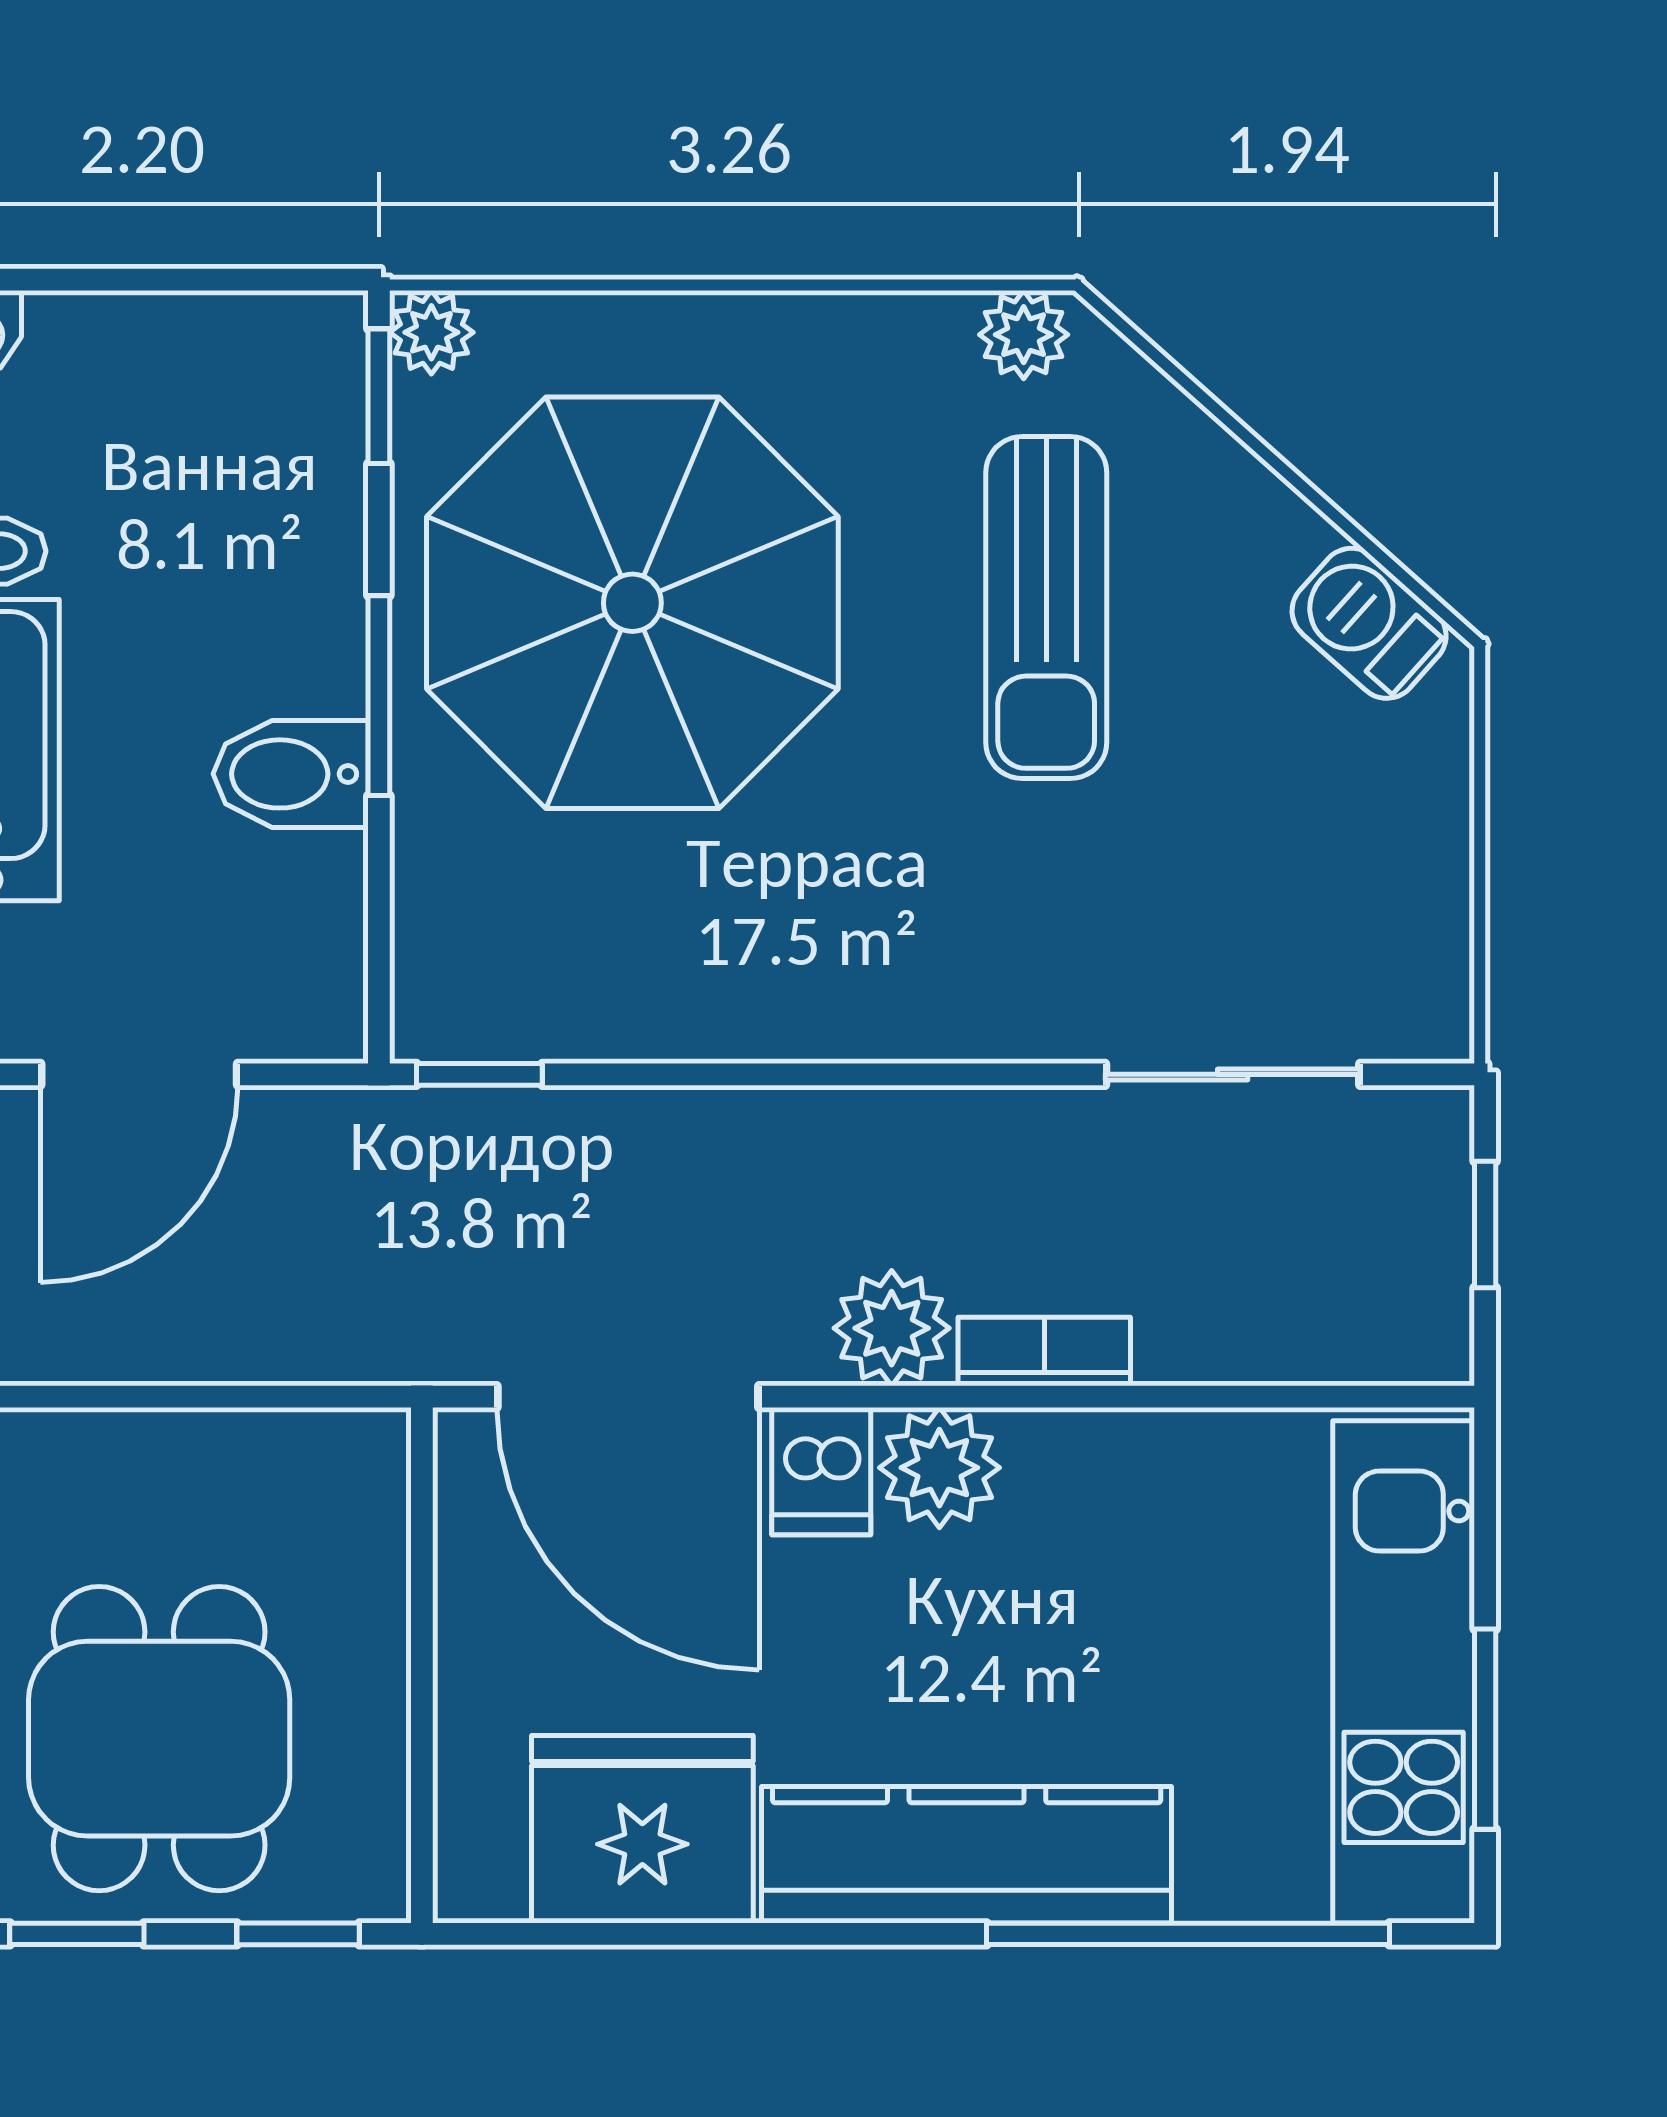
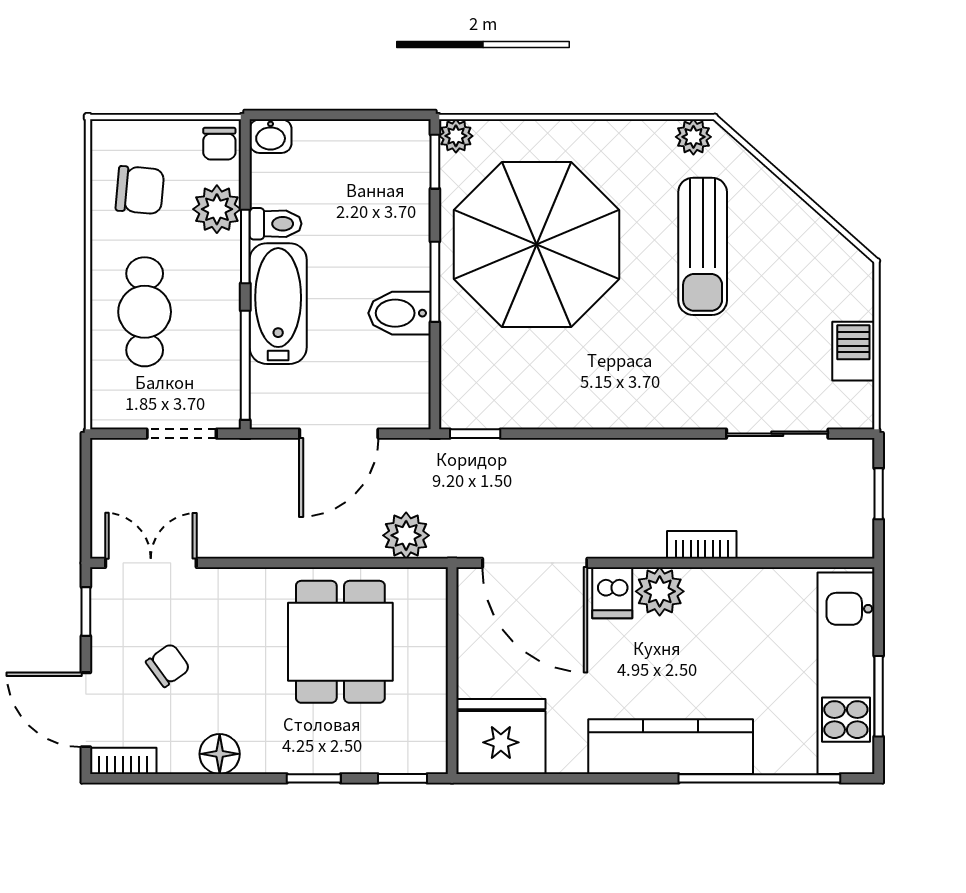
barbecue: (1369, 623) -> (853, 351), moved, turned 48
plant: (892, 1328) -> (406, 535), moved
dining table: (159, 1739) -> (340, 642), moved
fridge: (642, 1829) -> (501, 736), moved

